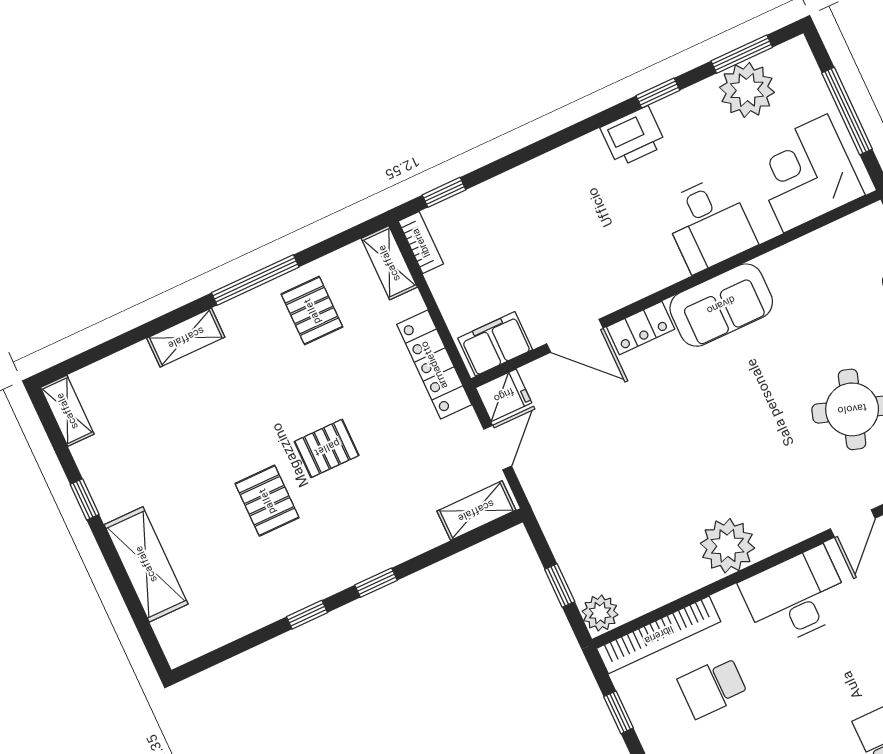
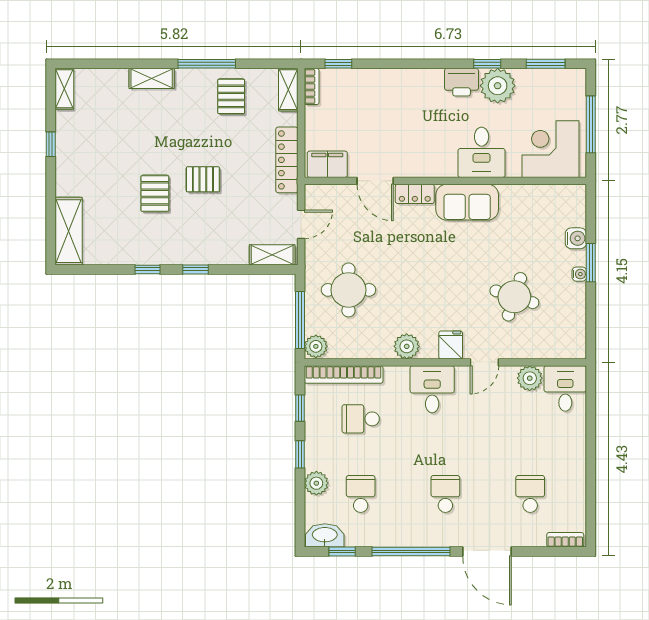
plant: (747, 90) -> (498, 86), moved
fridge: (504, 395) -> (451, 345), moved, turned -90
round table: (609, 510) -> (348, 290), added
plant: (727, 546) -> (407, 346), width x0.73, depth x0.73
shelving: (146, 564) -> (69, 231), moved
window: (560, 586) -> (300, 320), width x2.17
desk: (796, 597) -> (432, 389), width x0.73

